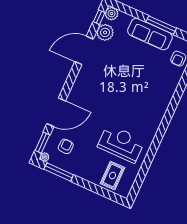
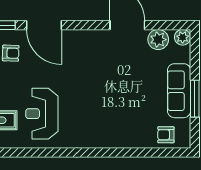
window: (99, 17) -> (172, 25), removed
reception desk: (121, 143) -> (42, 114), turned 180

